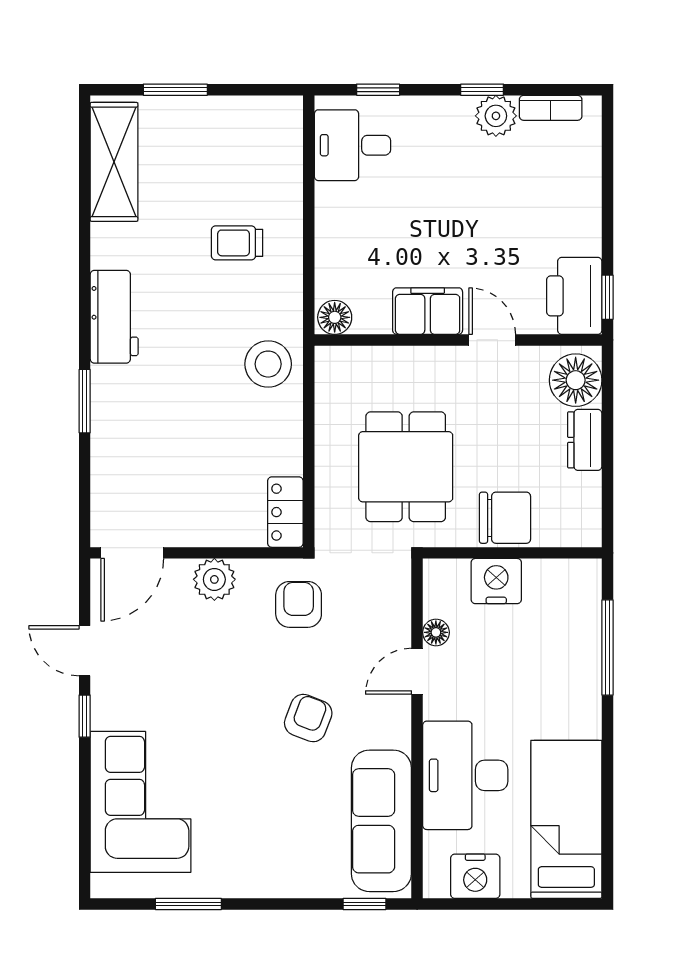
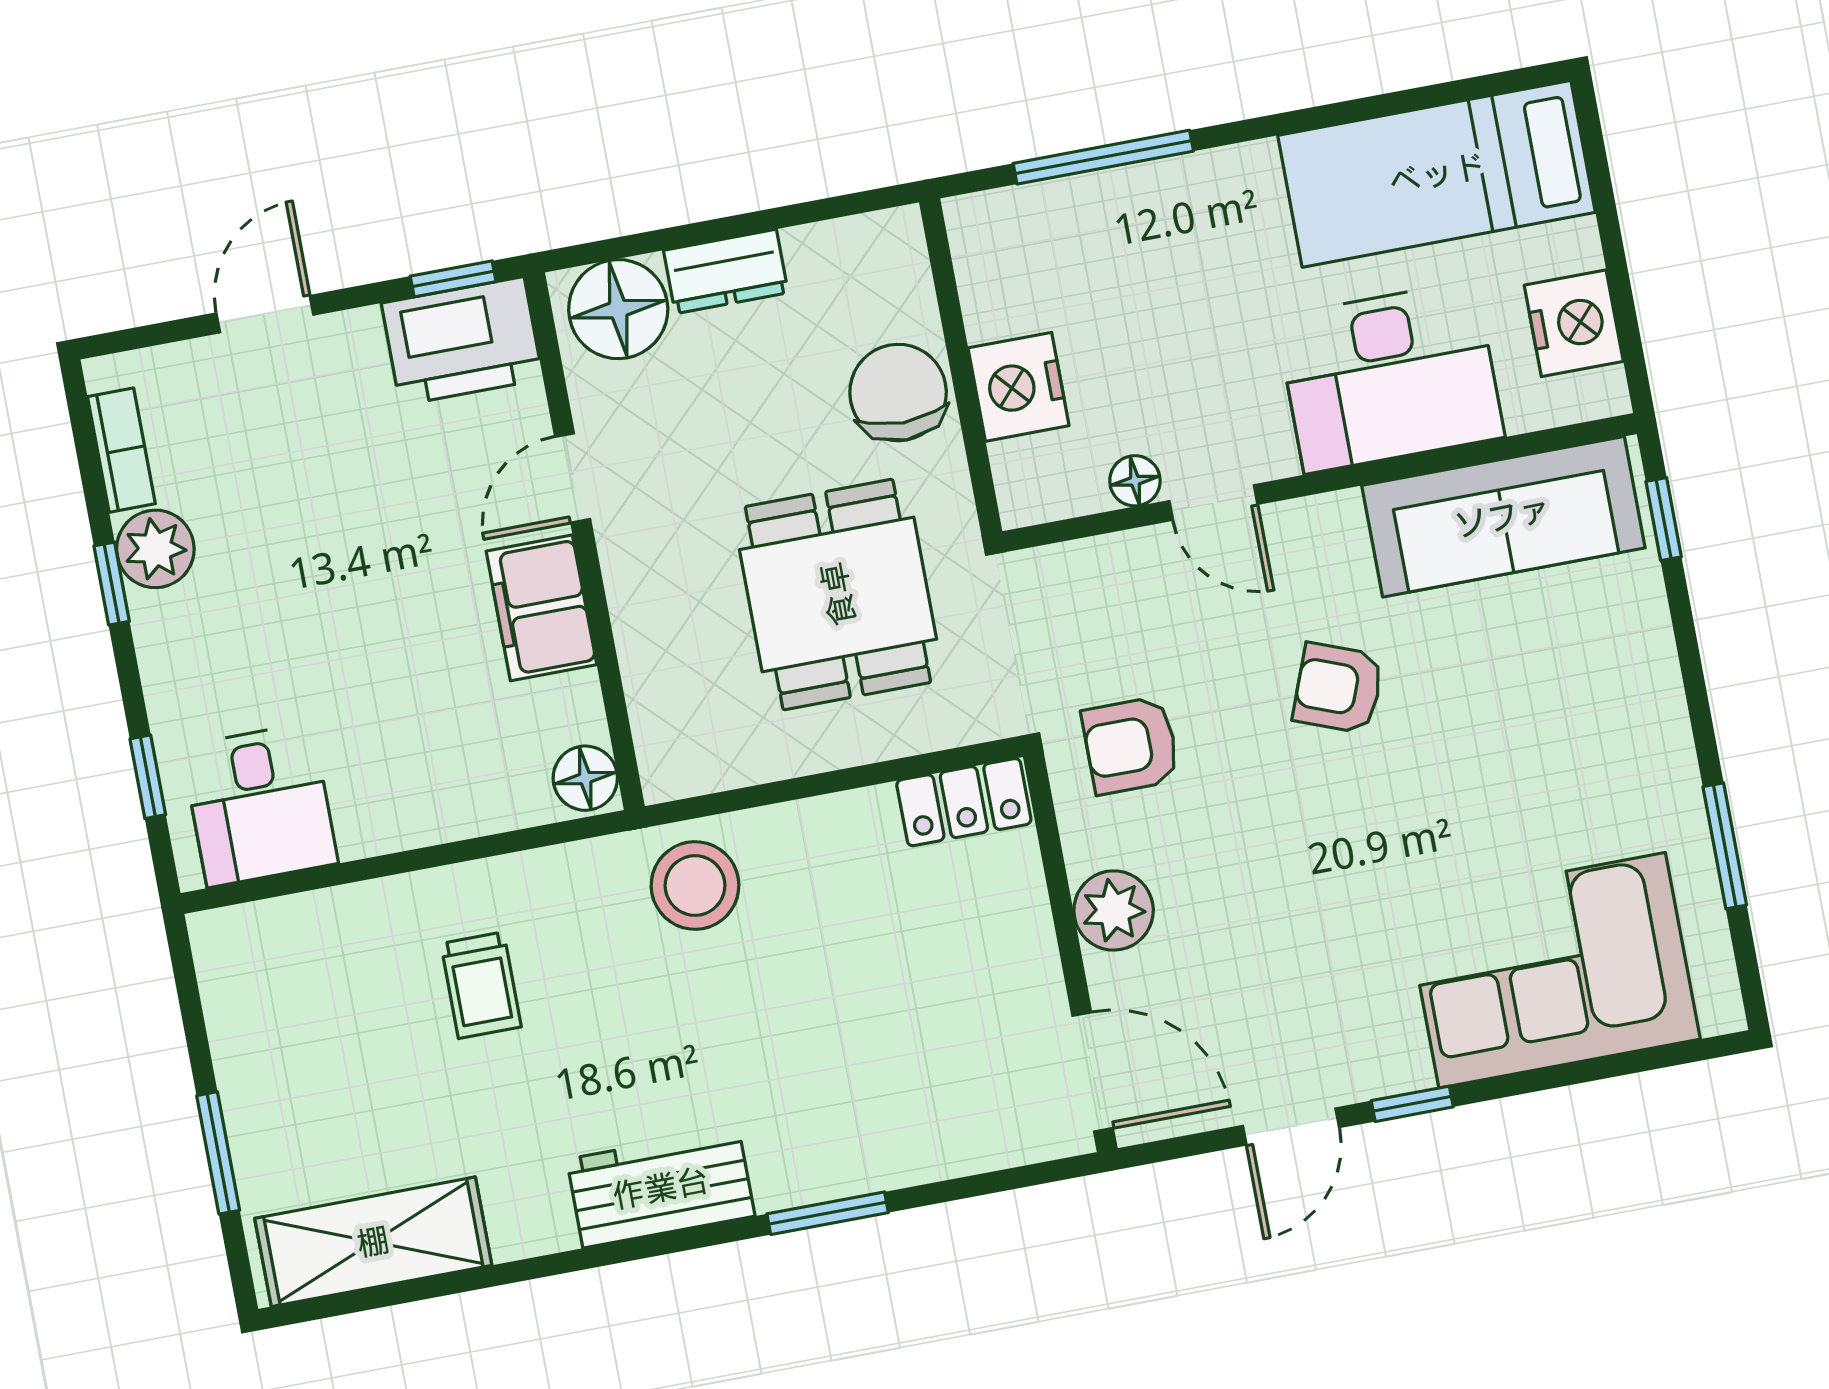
door: (608, 196) -> (265, 314), added
dining table: (406, 467) -> (838, 594), turned 90

